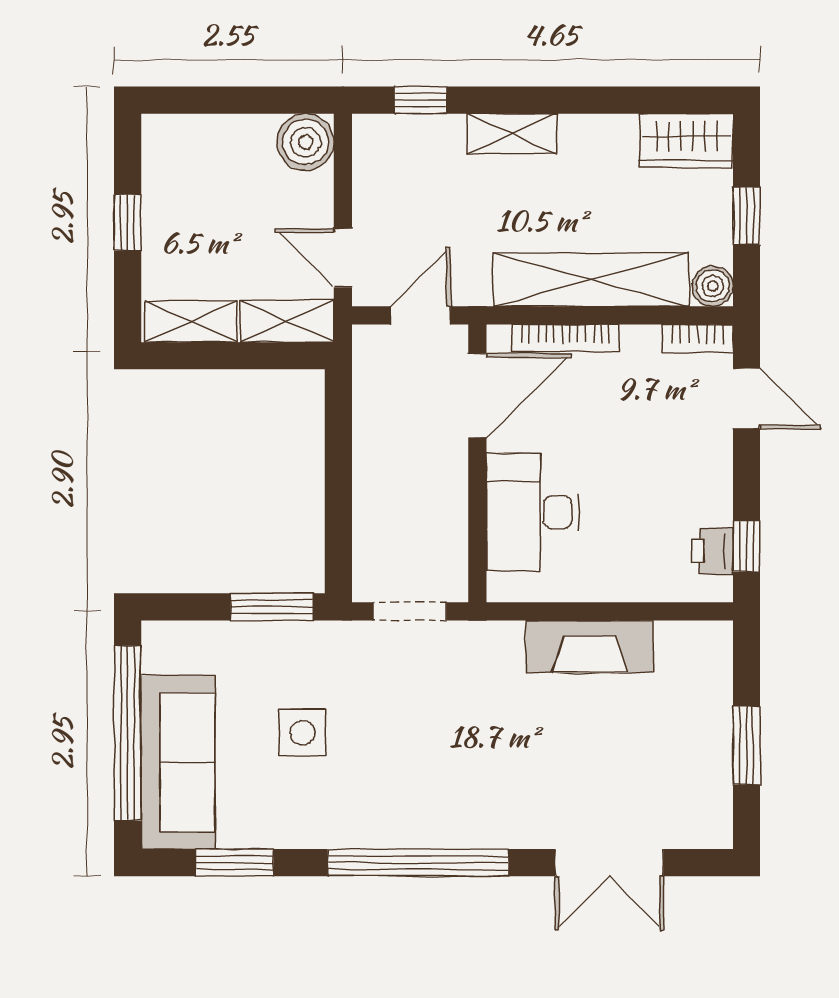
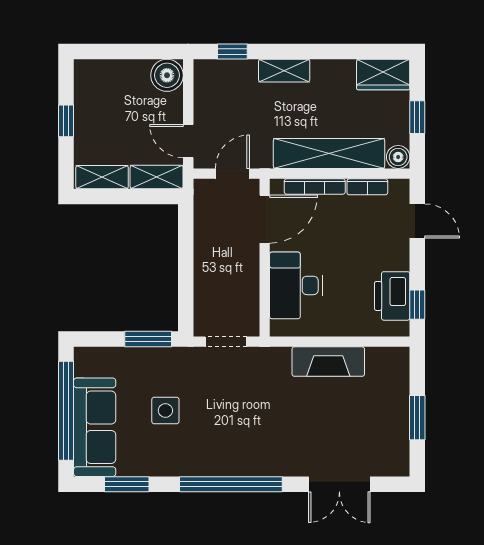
bookcase: (697, 339) -> (367, 187), moved
printer: (712, 551) -> (392, 296), width x1.87, depth x1.48

